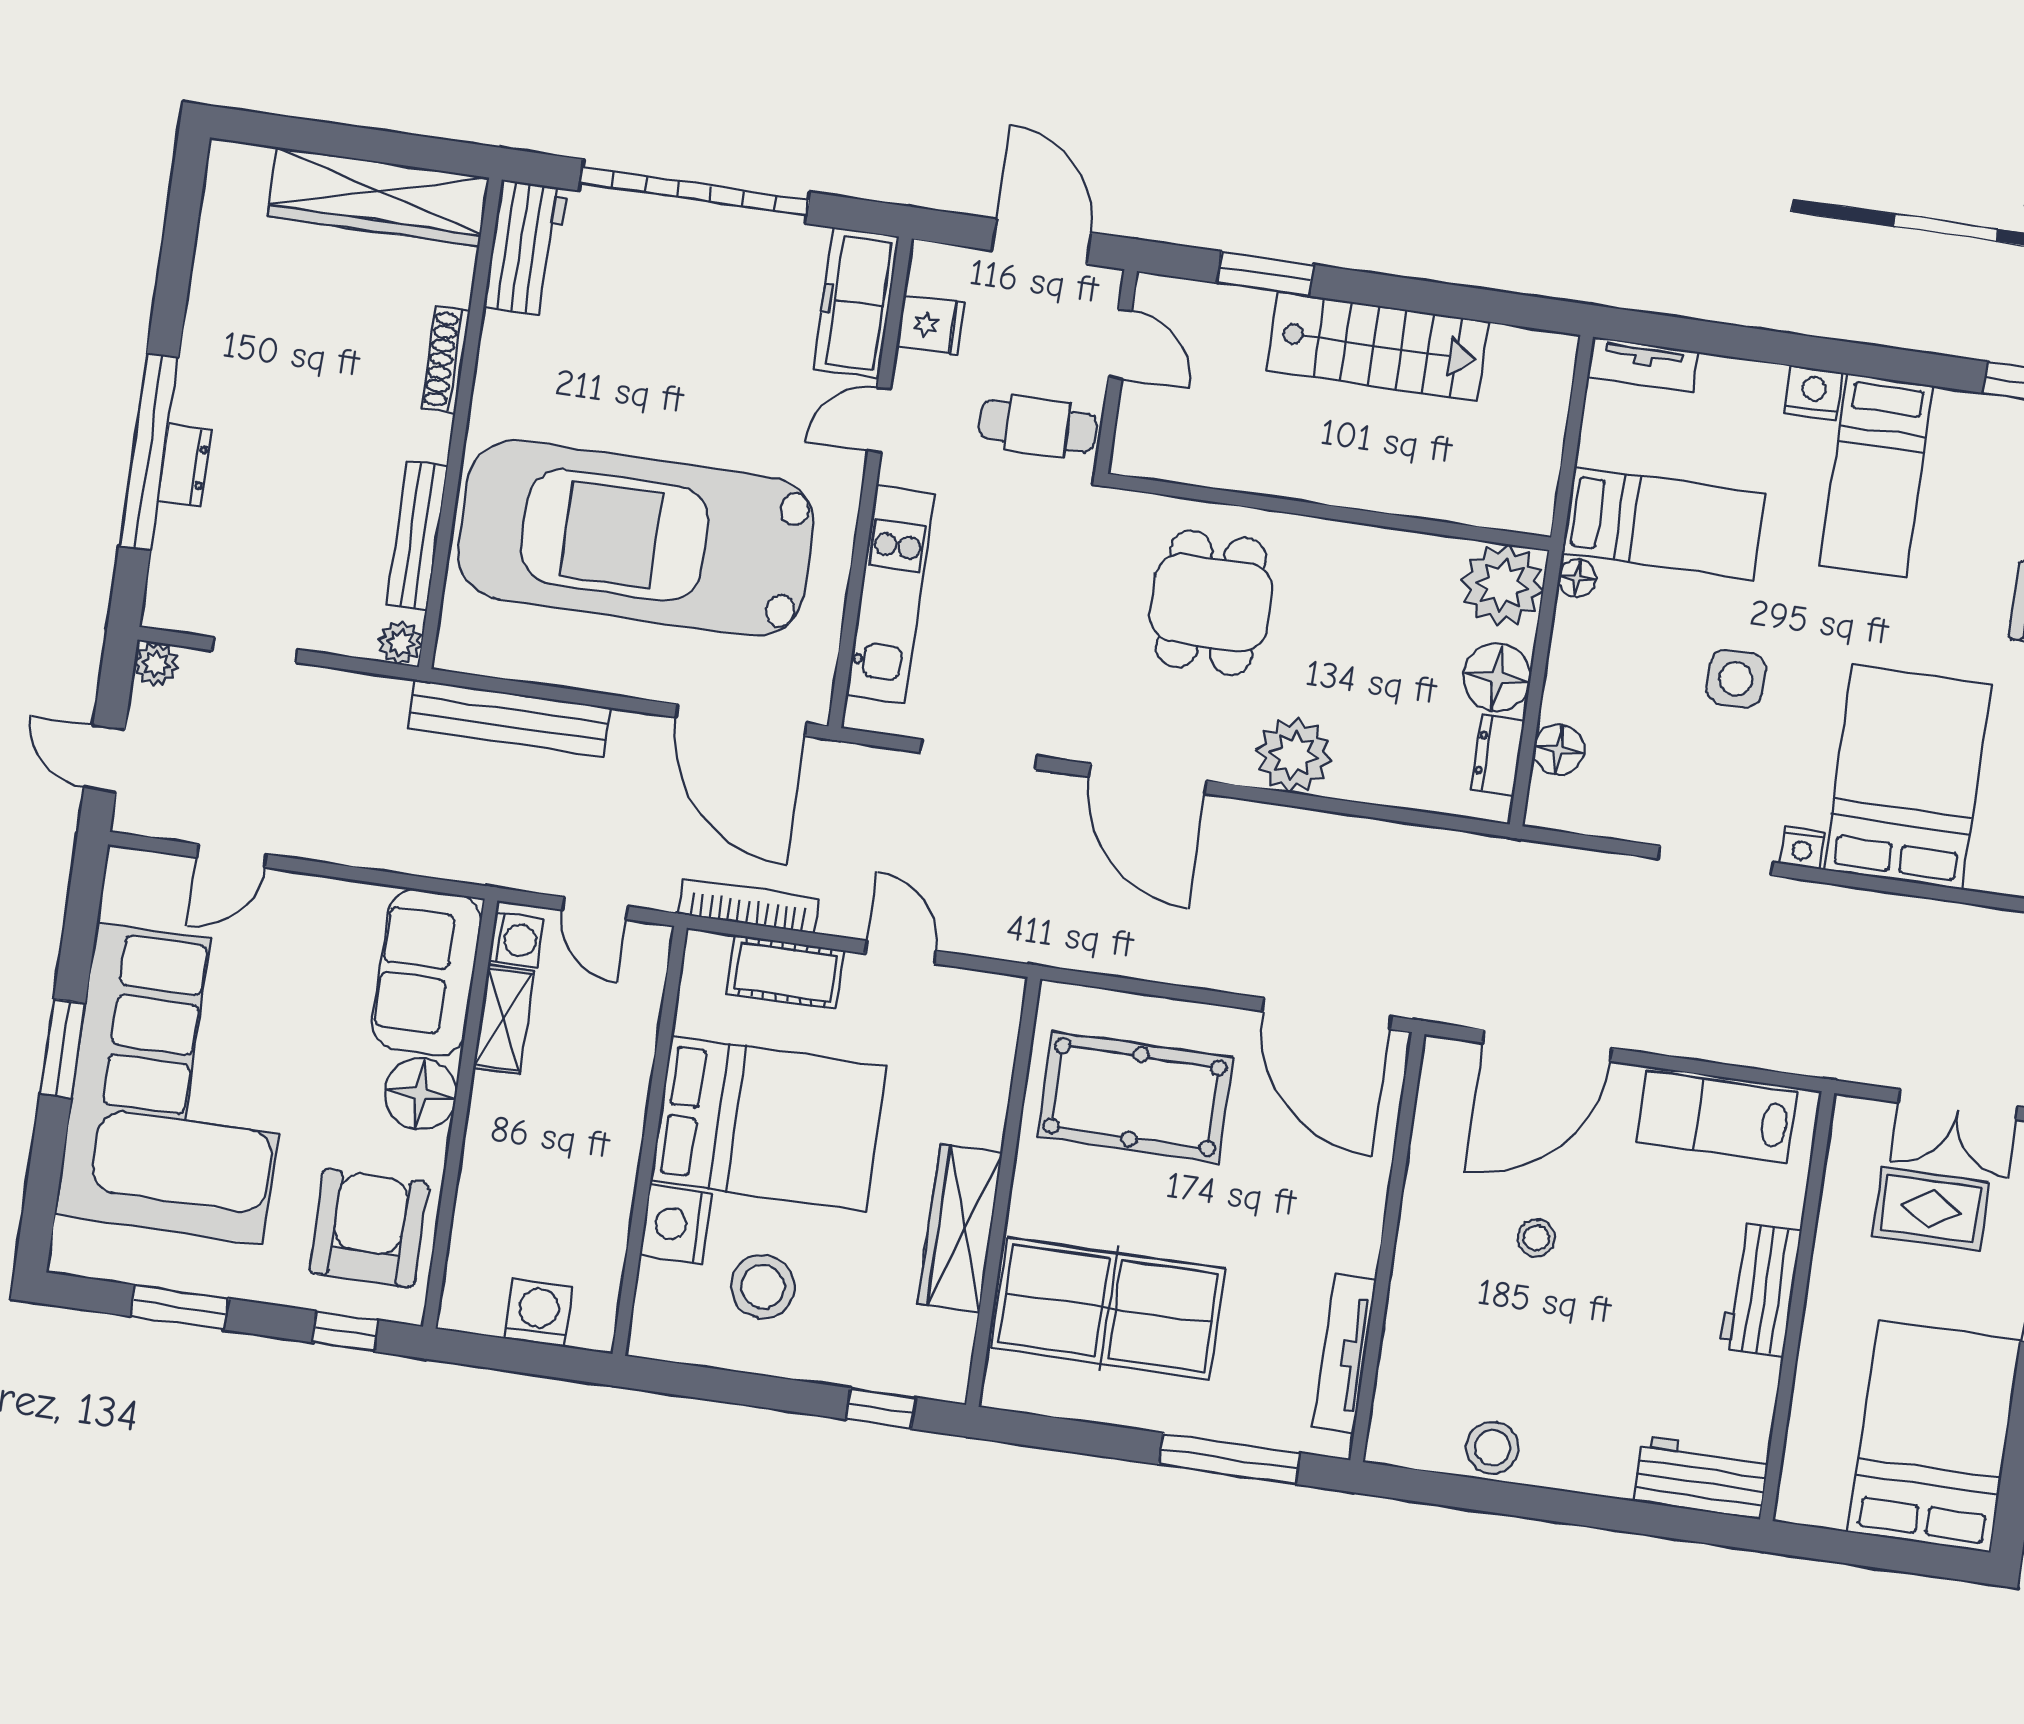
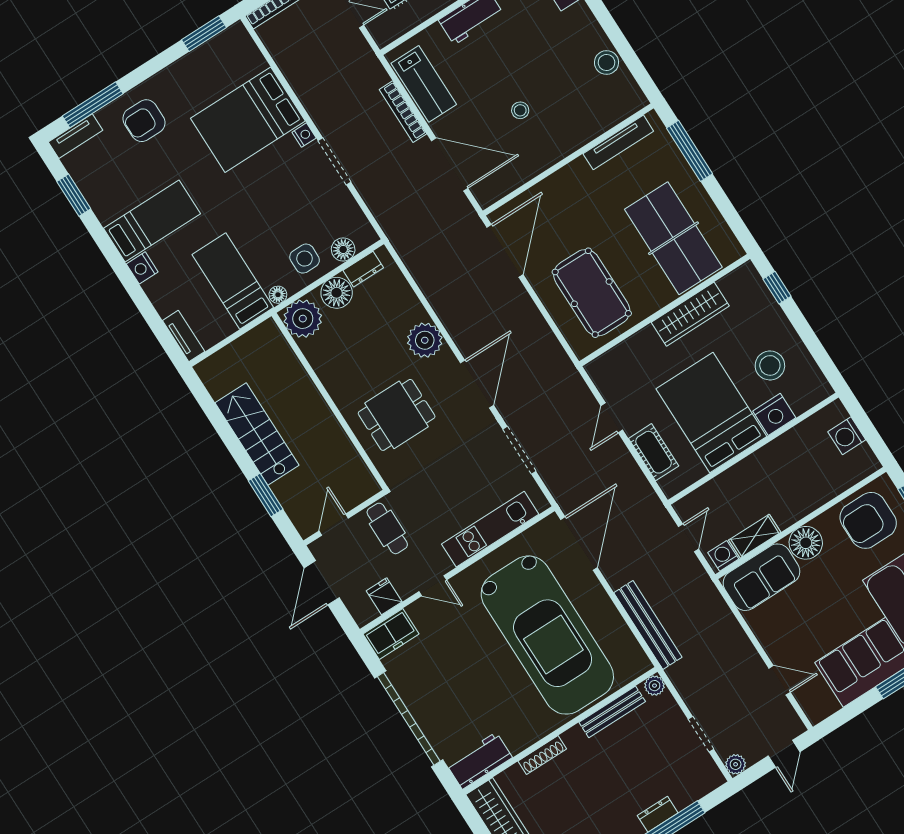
freezer: (856, 303) -> (391, 634), width x0.71
side table: (1736, 679) -> (305, 259), moved
bookcase: (749, 906) -> (403, 112), moved

